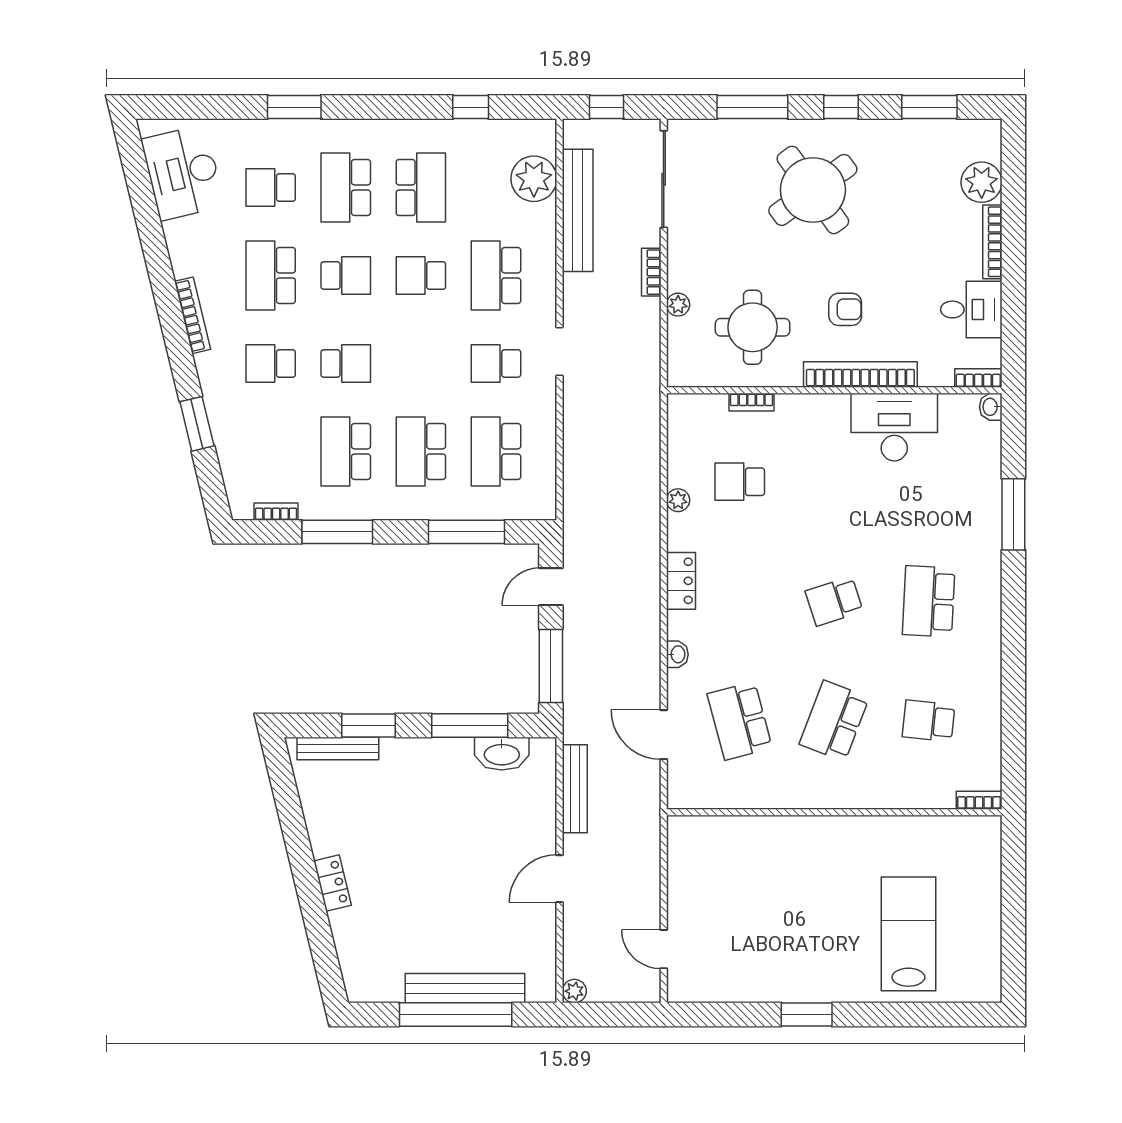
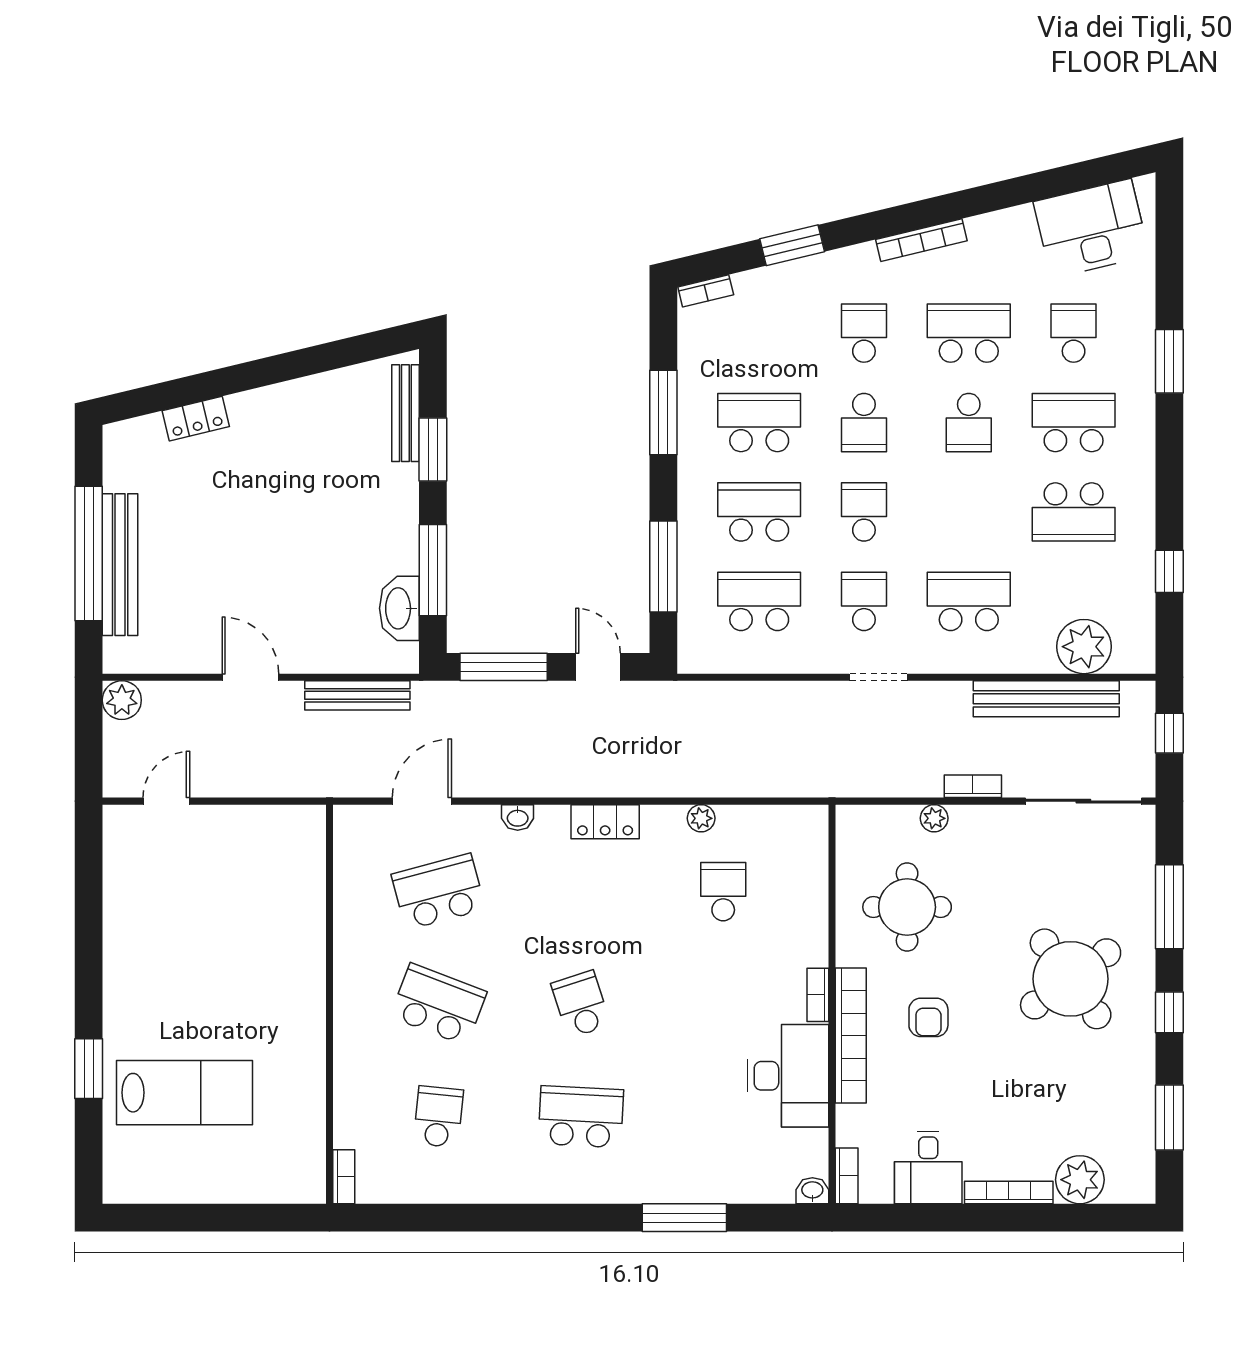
school desk: (421, 275) -> (864, 512), moved
bookcase: (752, 402) -> (818, 995), moved
bookcase: (276, 512) -> (706, 291), moved, turned 77
locker: (333, 883) -> (196, 419), moved
plant: (574, 991) -> (122, 700), width x1.38, depth x1.38
window: (807, 1015) -> (89, 1069), moved

